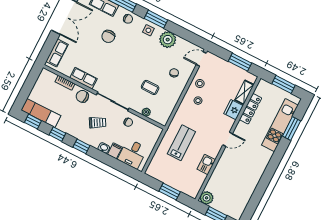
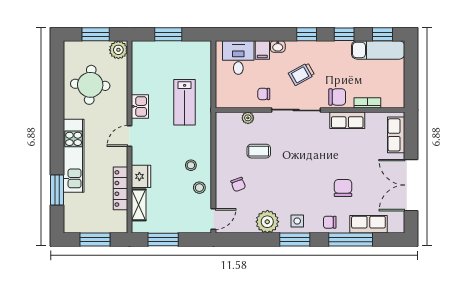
kitchen unit: (280, 125) -> (74, 156), moved
kitchen sink: (206, 164) -> (140, 106), moved
round table: (236, 185) -> (90, 85), added

